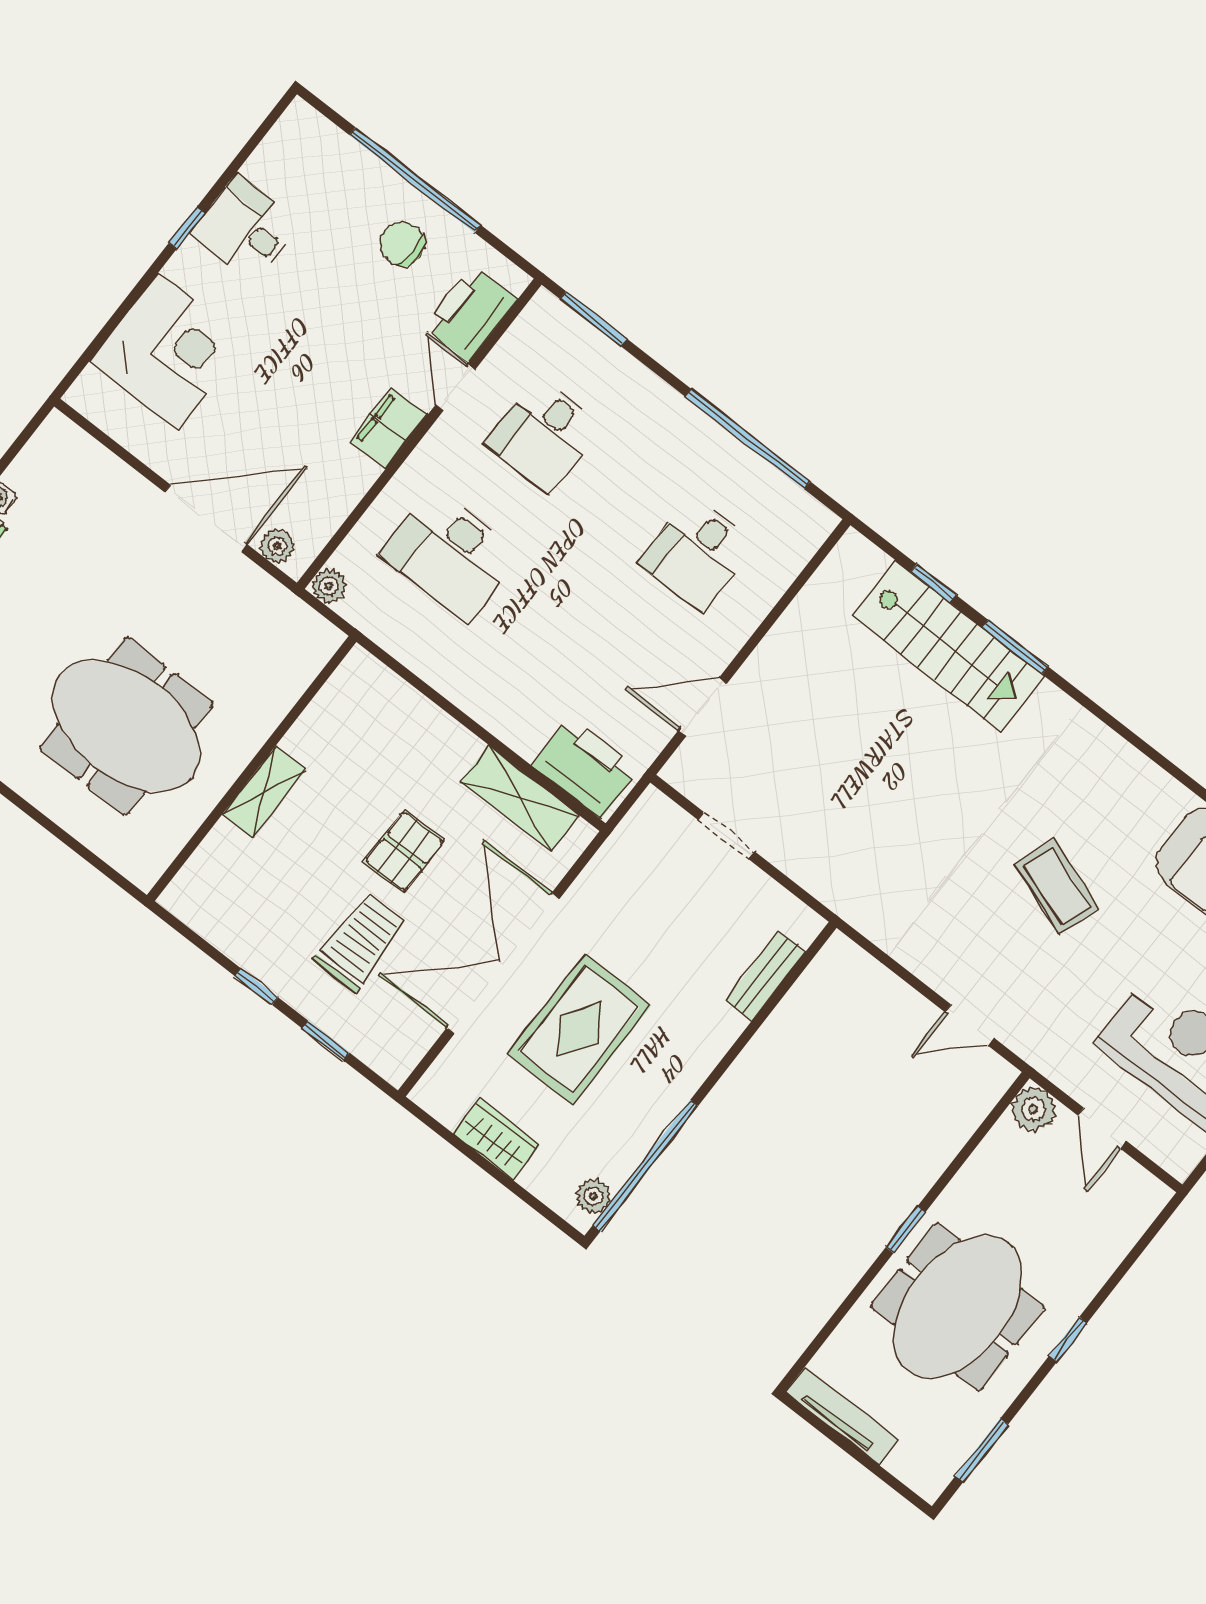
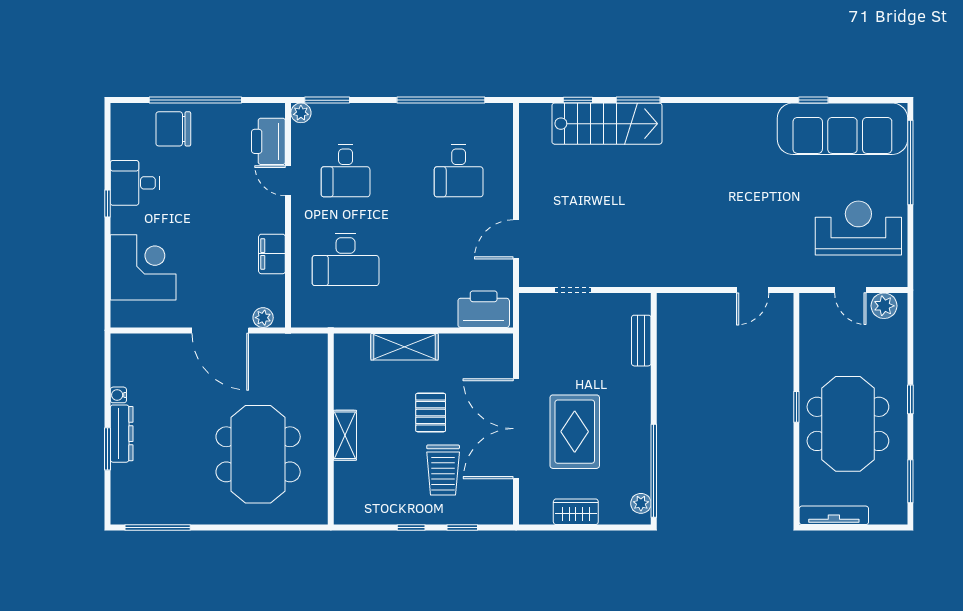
chair: (402, 244) -> (173, 129), moved, width x1.37, depth x1.37
filing cabinet: (388, 428) -> (272, 254), moved
door: (206, 518) -> (220, 330), swing flipped
plant: (329, 586) -> (301, 113), moved
meeting table: (126, 726) -> (258, 454), turned 90
shelving: (520, 798) -> (405, 347), moved
coffee table: (1057, 887) -> (743, 195), removed
trolley: (360, 942) -> (443, 470), turned 180
plant: (1034, 1109) -> (884, 306), moved

